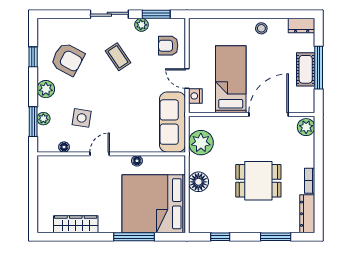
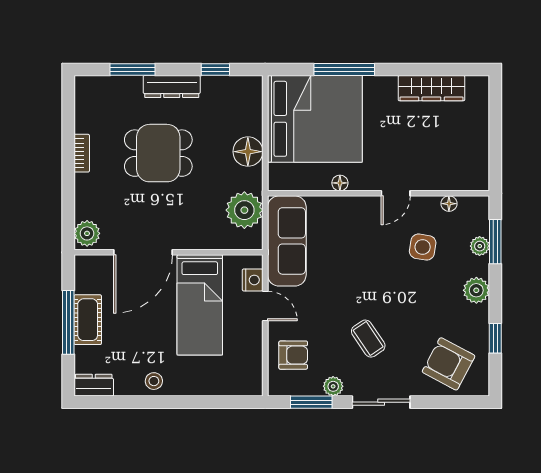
armchair: (68, 59) -> (449, 364), moved
dresser: (307, 214) -> (172, 86), moved, turned 90

